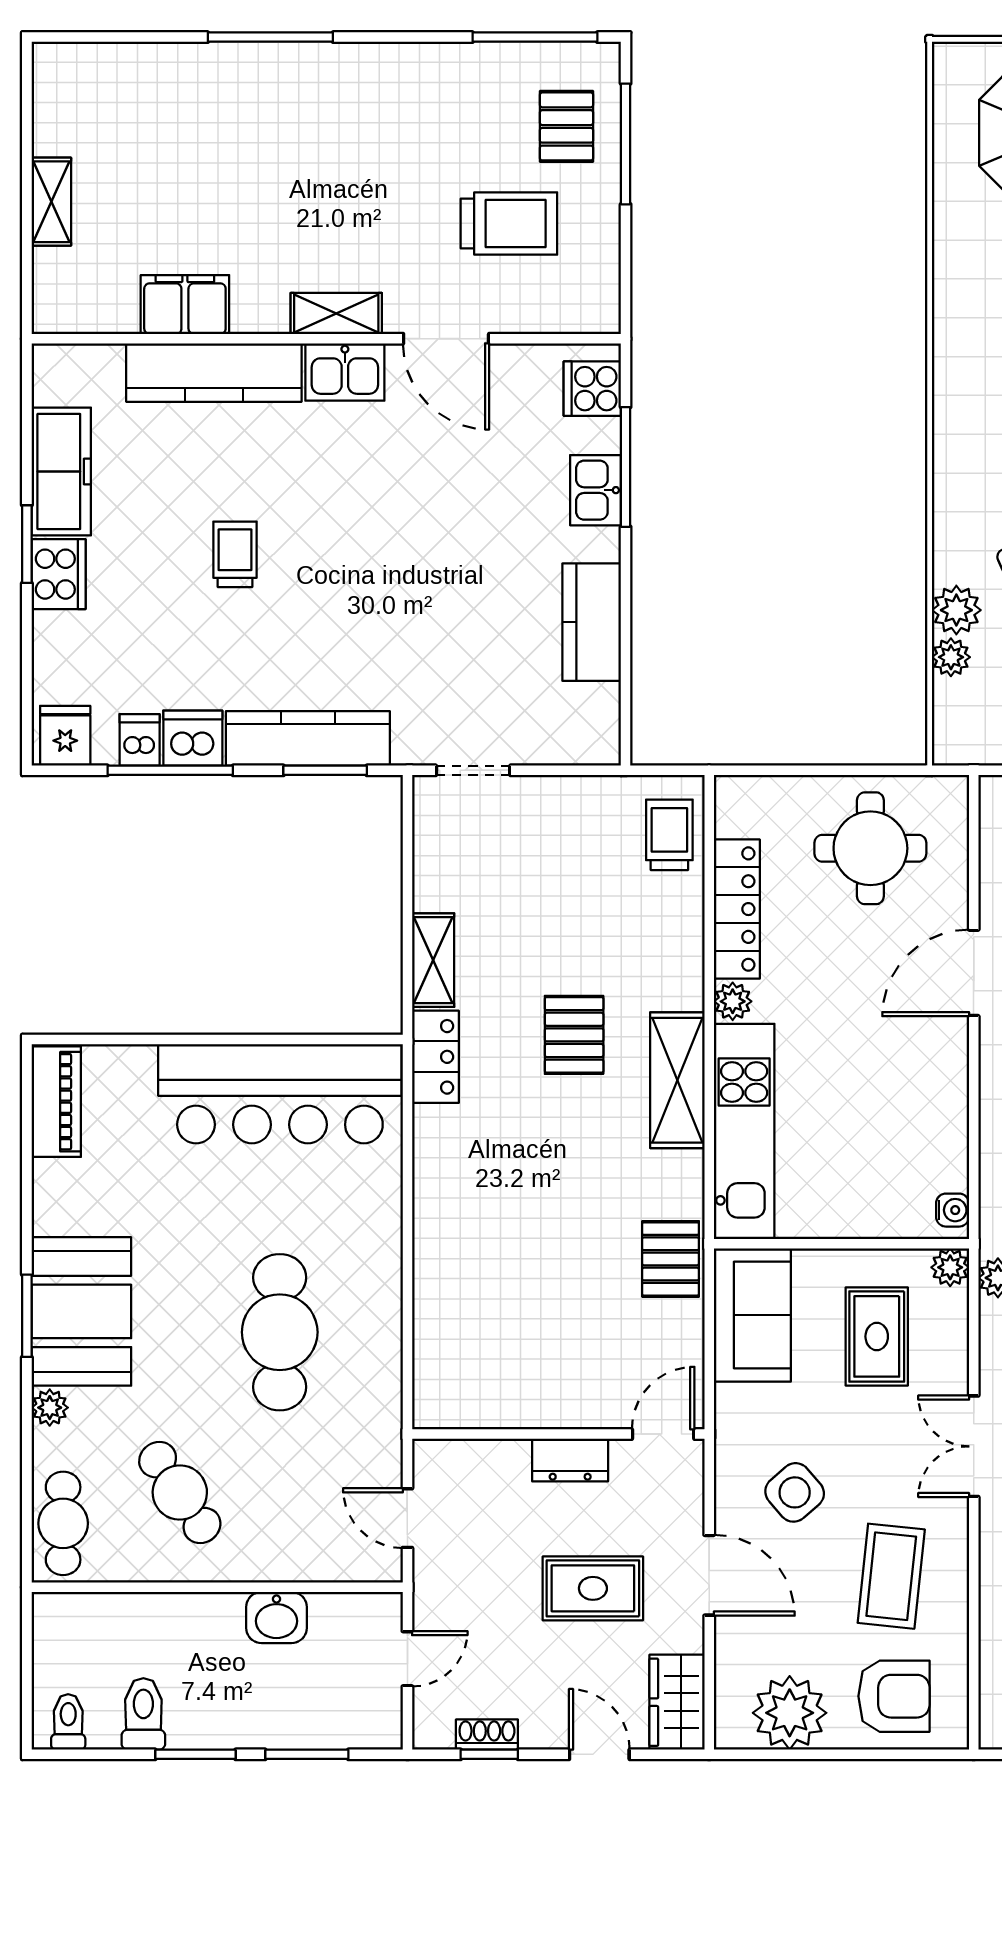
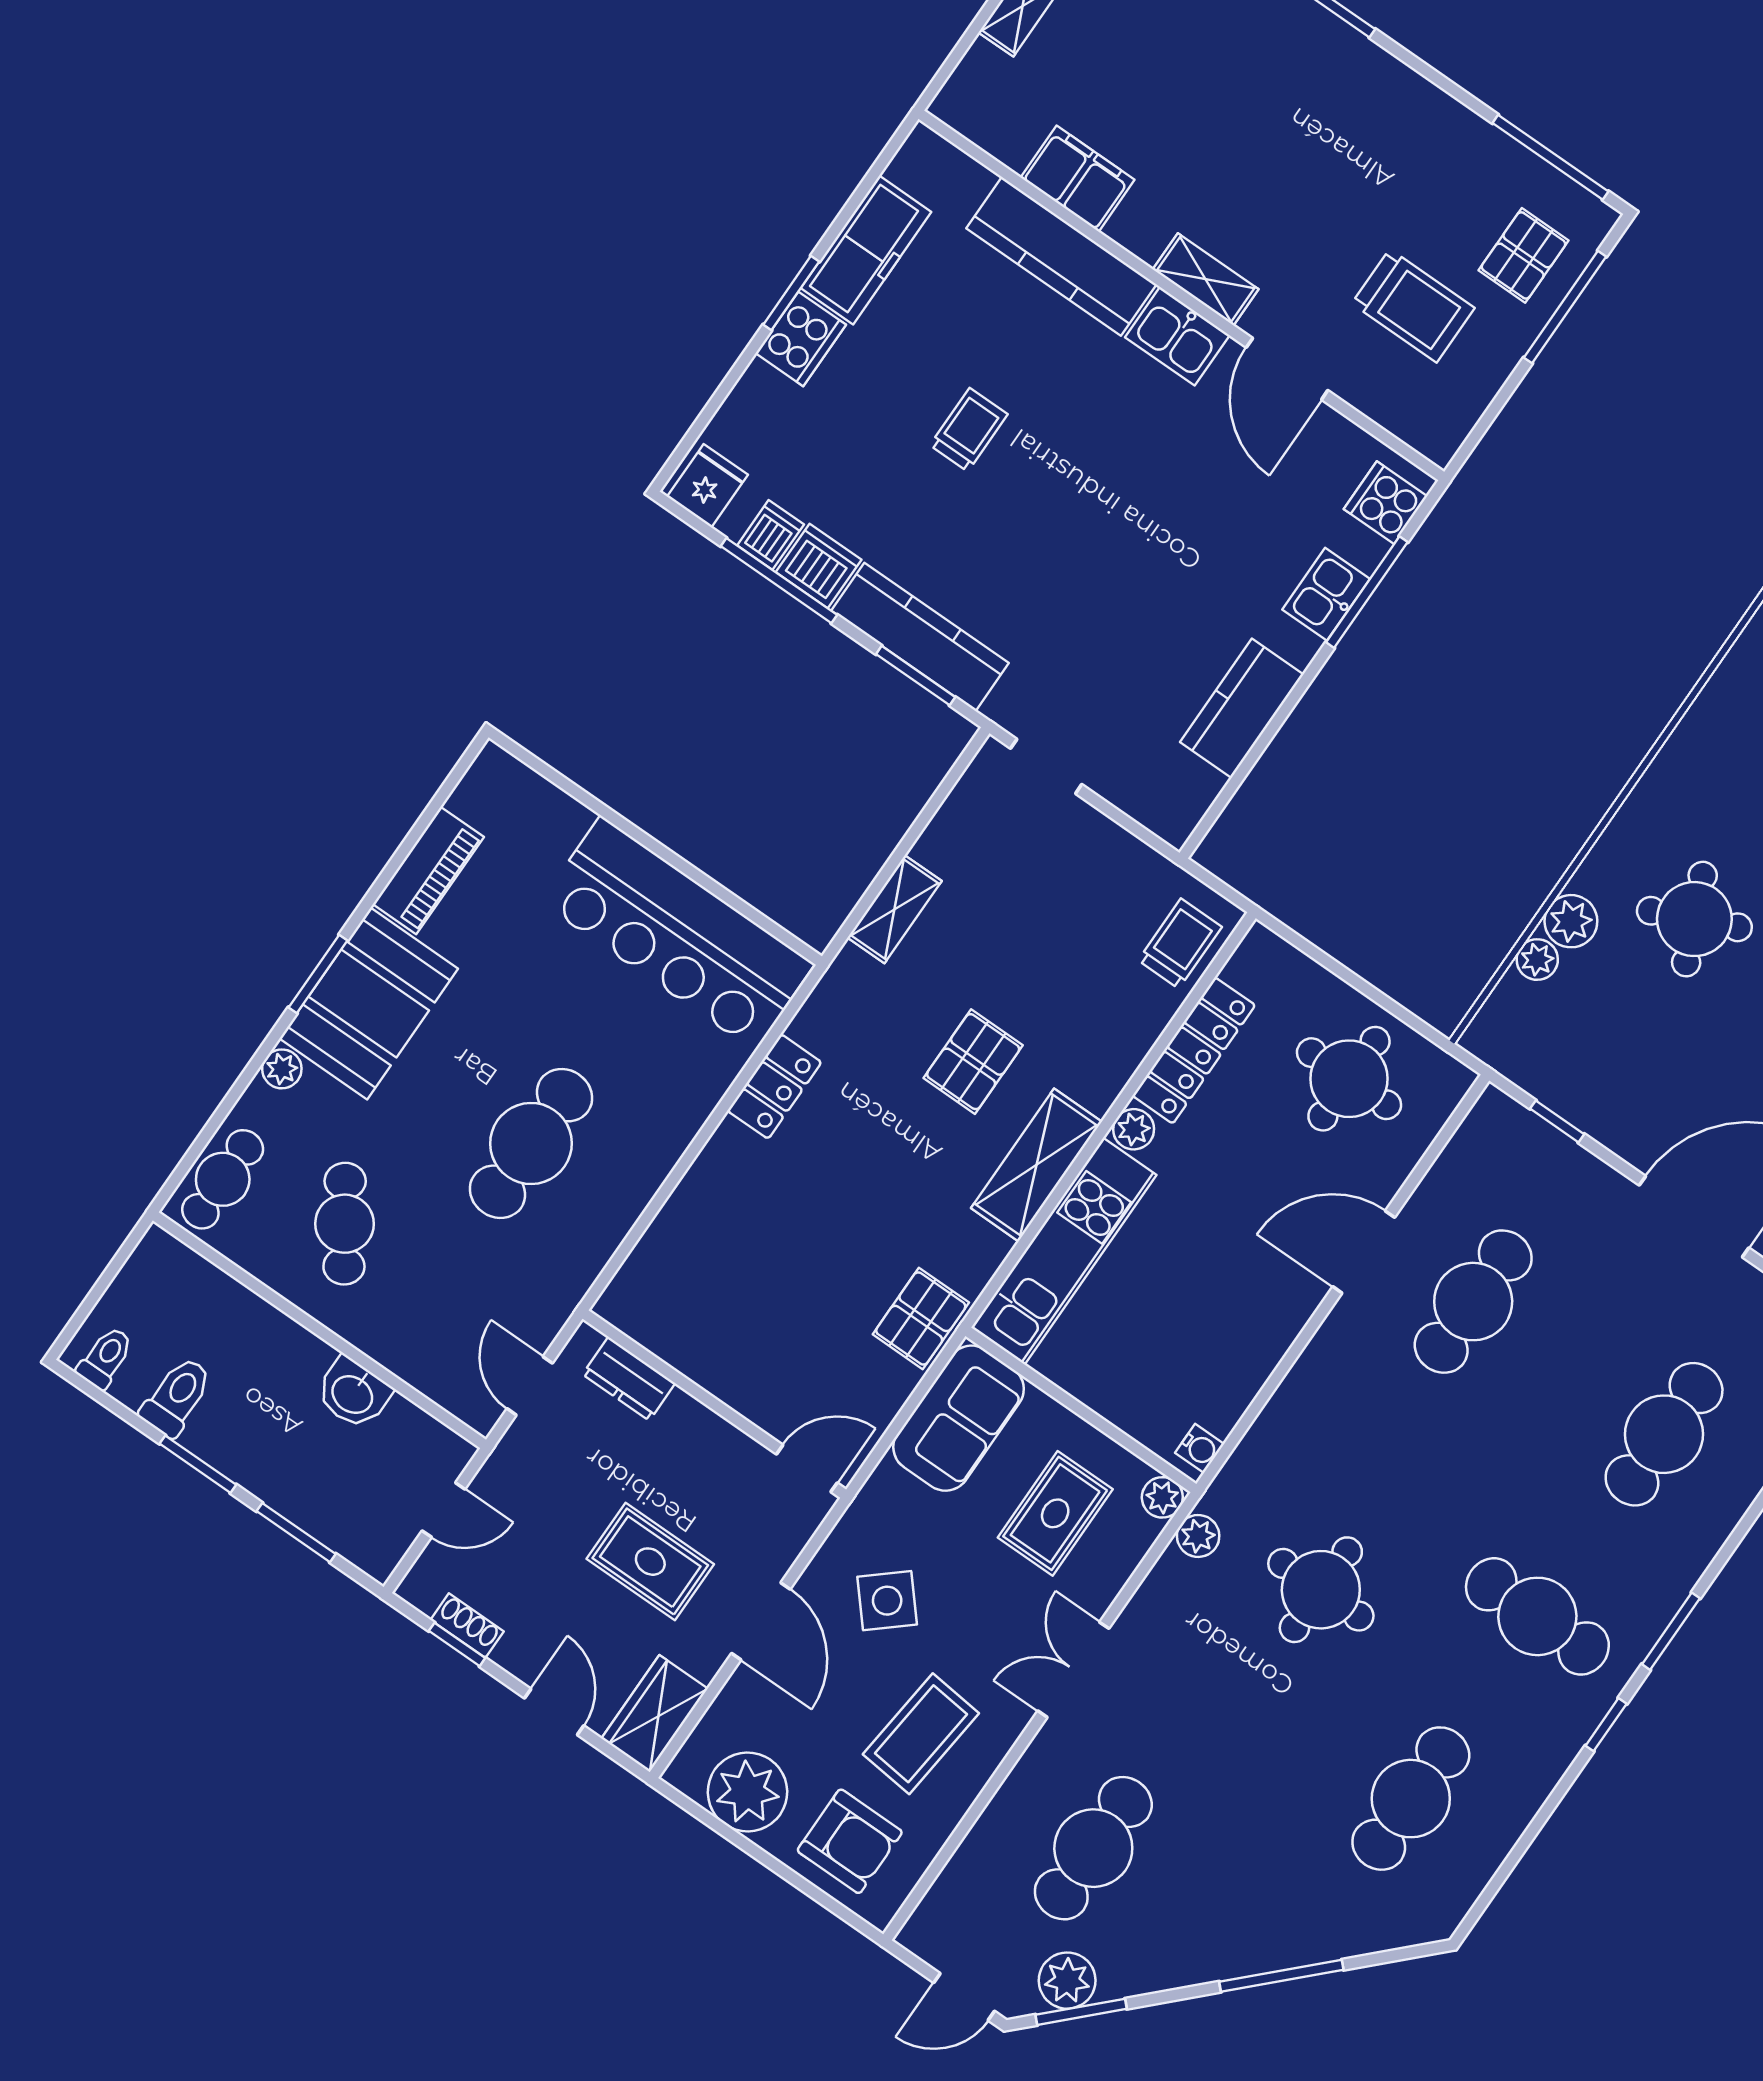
locker: (435, 1057) -> (774, 1086), moved
piano: (56, 1102) -> (428, 871), moved
dresser: (570, 1460) -> (629, 1379), moved

